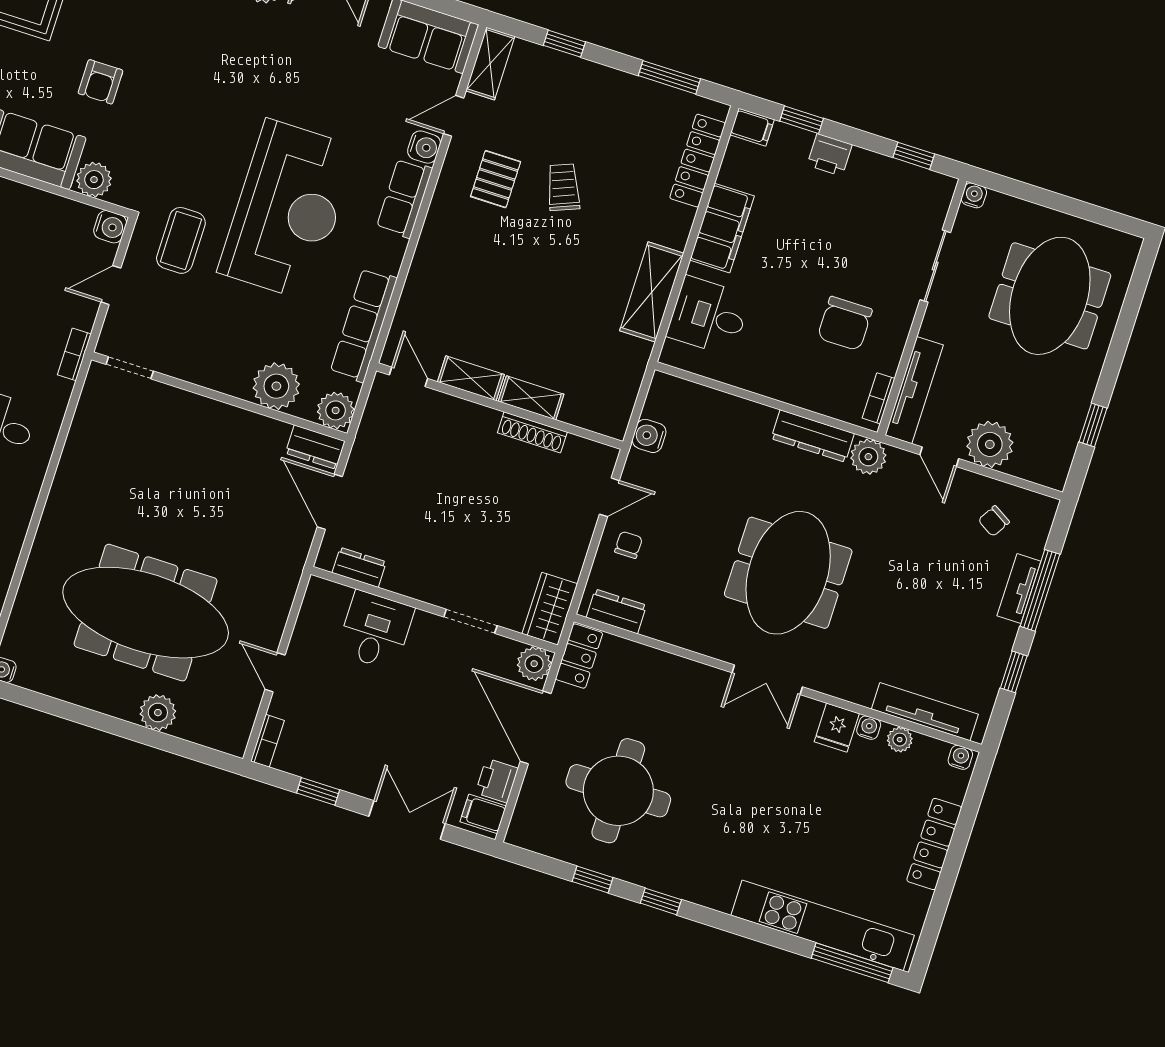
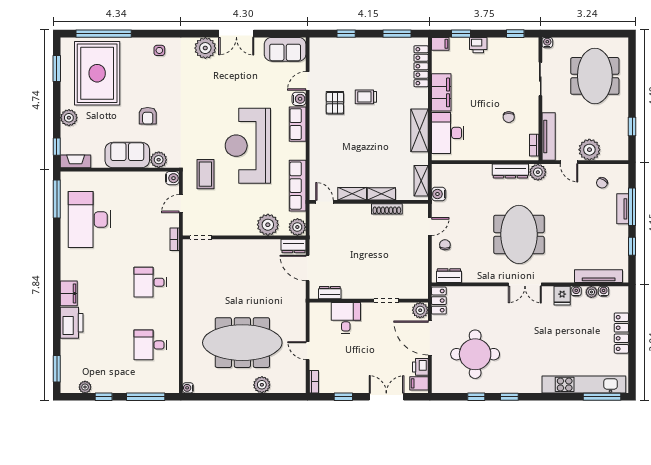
shelving: (490, 63) -> (421, 181), moved
trolley: (563, 187) -> (366, 97), turned -68
reception desk: (288, 210) -> (248, 146), turned 180
desk: (709, 316) -> (448, 133), width x1.37
chair: (845, 324) -> (509, 117), width x0.54, depth x0.54
wardrobe: (550, 609) -> (419, 284), removed
water cooler: (960, 757) -> (604, 291), moved

